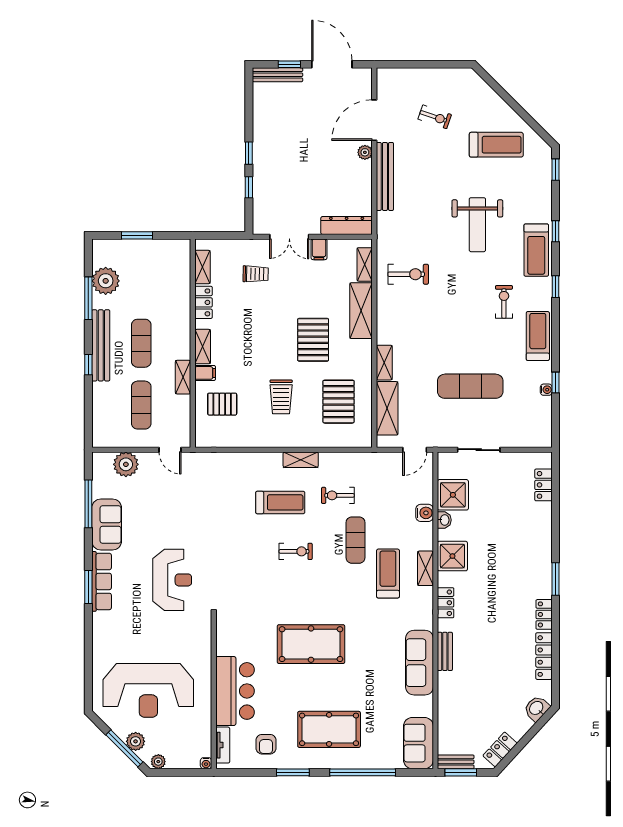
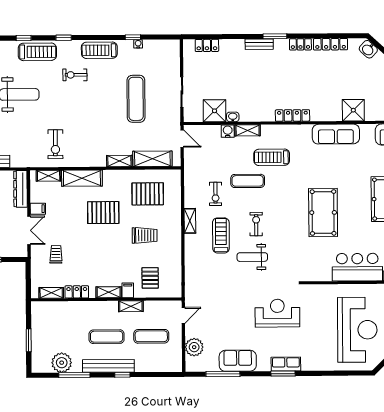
exercise bike: (408, 274) -> (55, 144), turned 180
weight bench: (250, 546) -> (252, 257), added
shower: (452, 556) -> (353, 110), moved
shelving: (425, 568) -> (248, 130), moved
row of seats: (102, 581) -> (286, 364), width x0.68
locker: (446, 603) -> (292, 115), width x1.53
bench: (445, 651) -> (259, 44), moved

